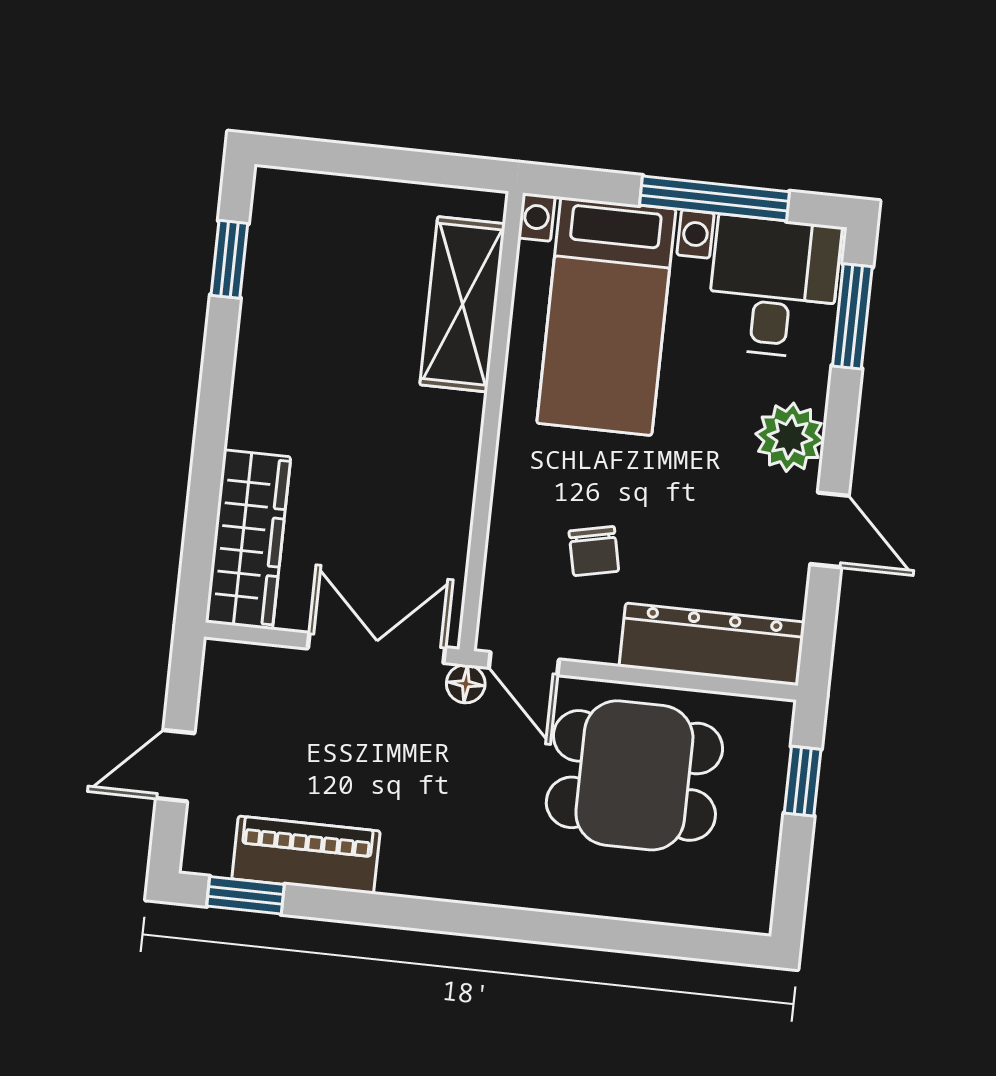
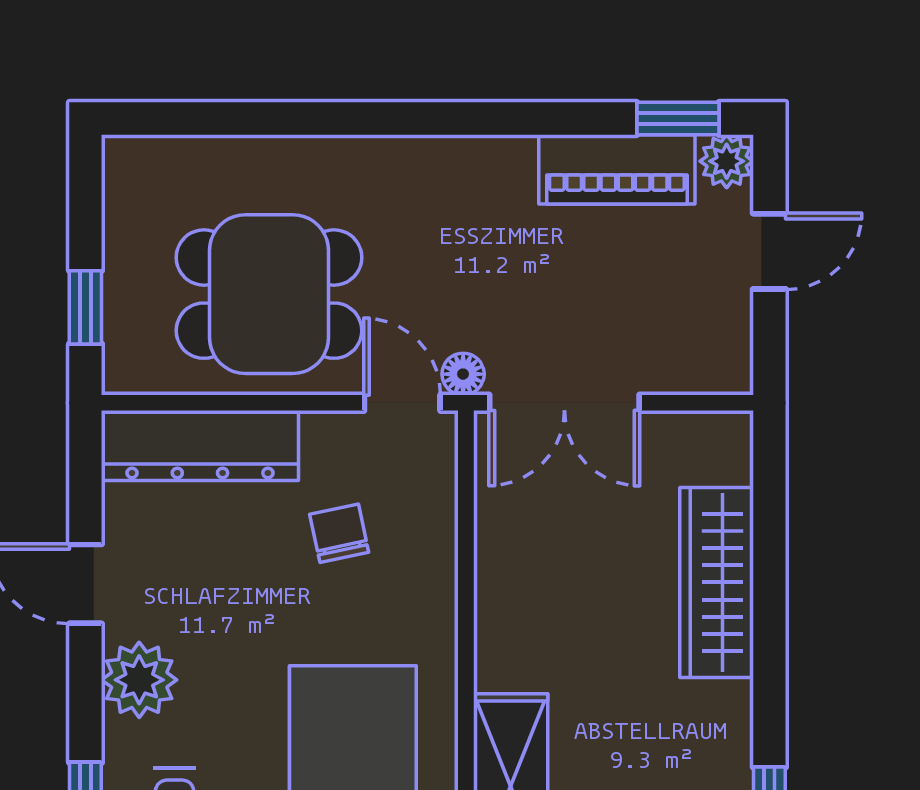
wardrobe: (248, 540) -> (717, 582), moved
plant: (205, 852) -> (727, 161), added

